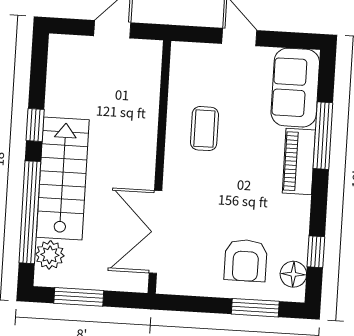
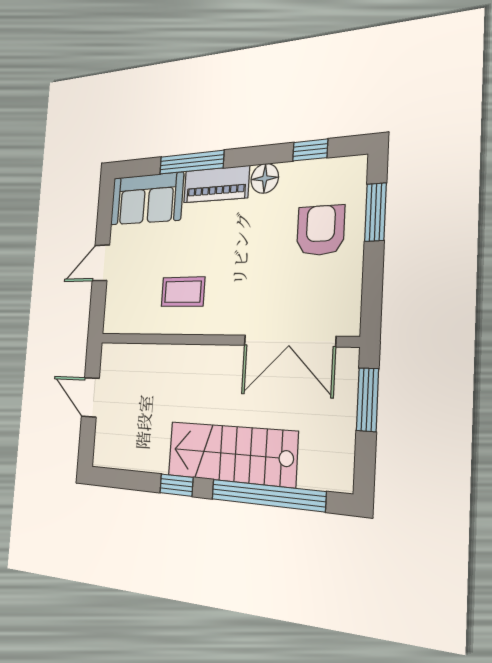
plant: (50, 255) -> (316, 472), removed
armchair: (246, 260) -> (321, 230), turned -90
floor lamp: (293, 274) -> (265, 178), moved
window: (79, 297) -> (367, 400), moved

